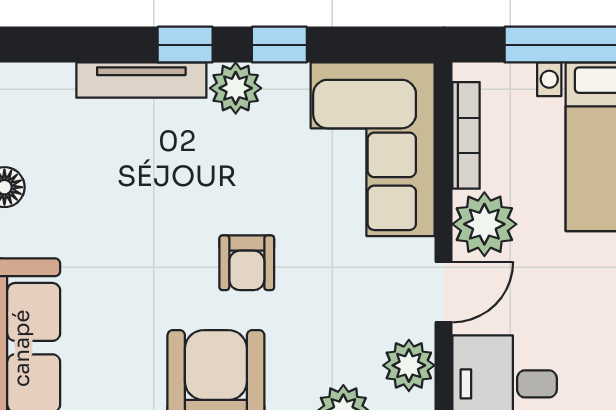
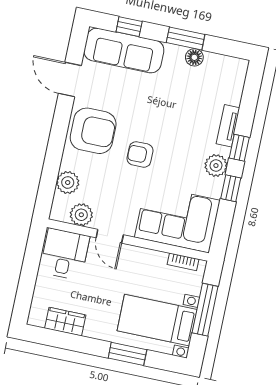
tv unit: (141, 80) -> (228, 126), width x0.71
bookcase: (466, 135) -> (183, 262), width x0.64
plant: (484, 224) -> (135, 260), removed

